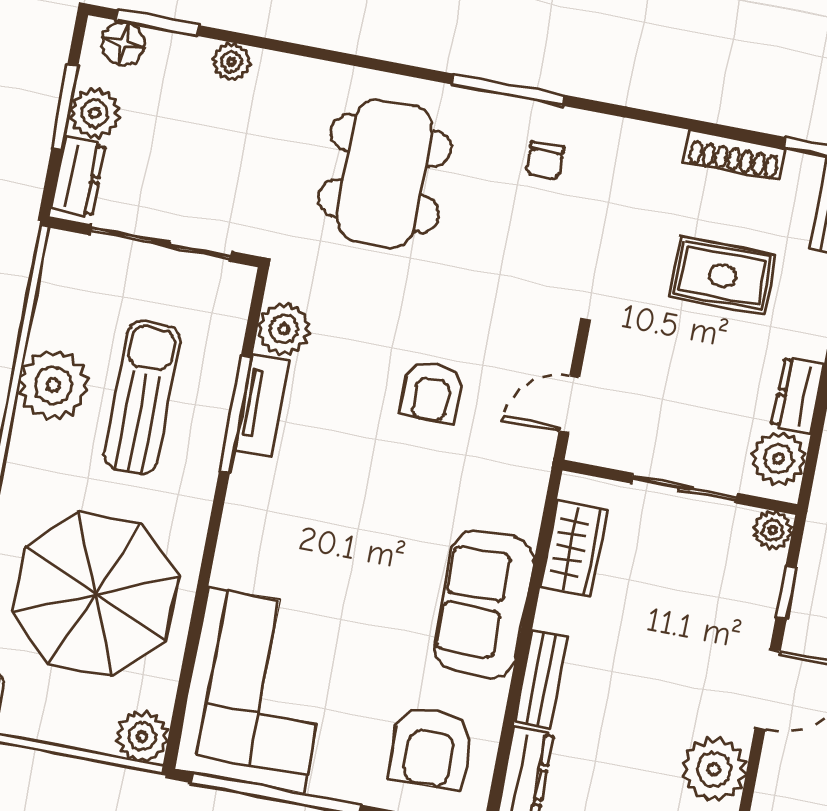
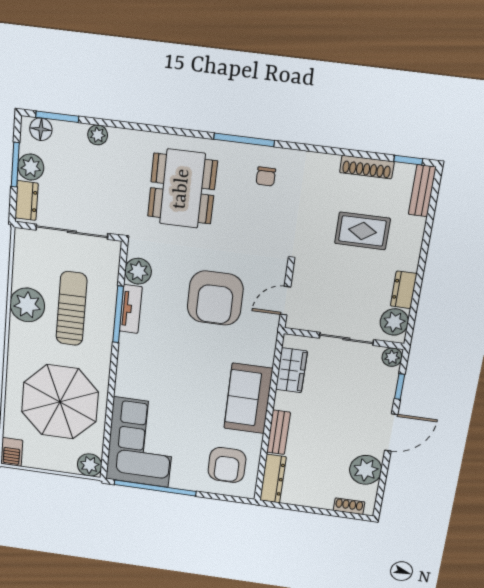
armchair: (432, 392) -> (215, 298), width x1.88, depth x1.88

